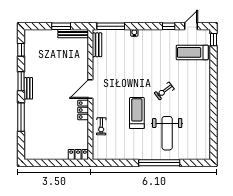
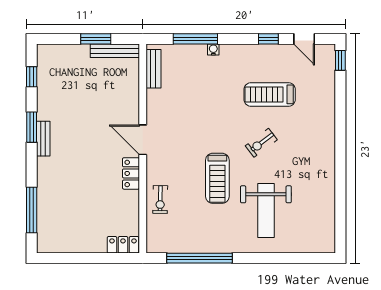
window: (111, 26) -> (195, 39), moved
door: (191, 26) -> (304, 39), swing flipped
treadmill: (192, 52) -> (270, 94), moved
door: (90, 89) -> (143, 140), hinge flipped
treadmill: (137, 113) -> (217, 178), turned 180
window: (21, 117) -> (32, 210), moved
window: (159, 163) -> (200, 258), moved

